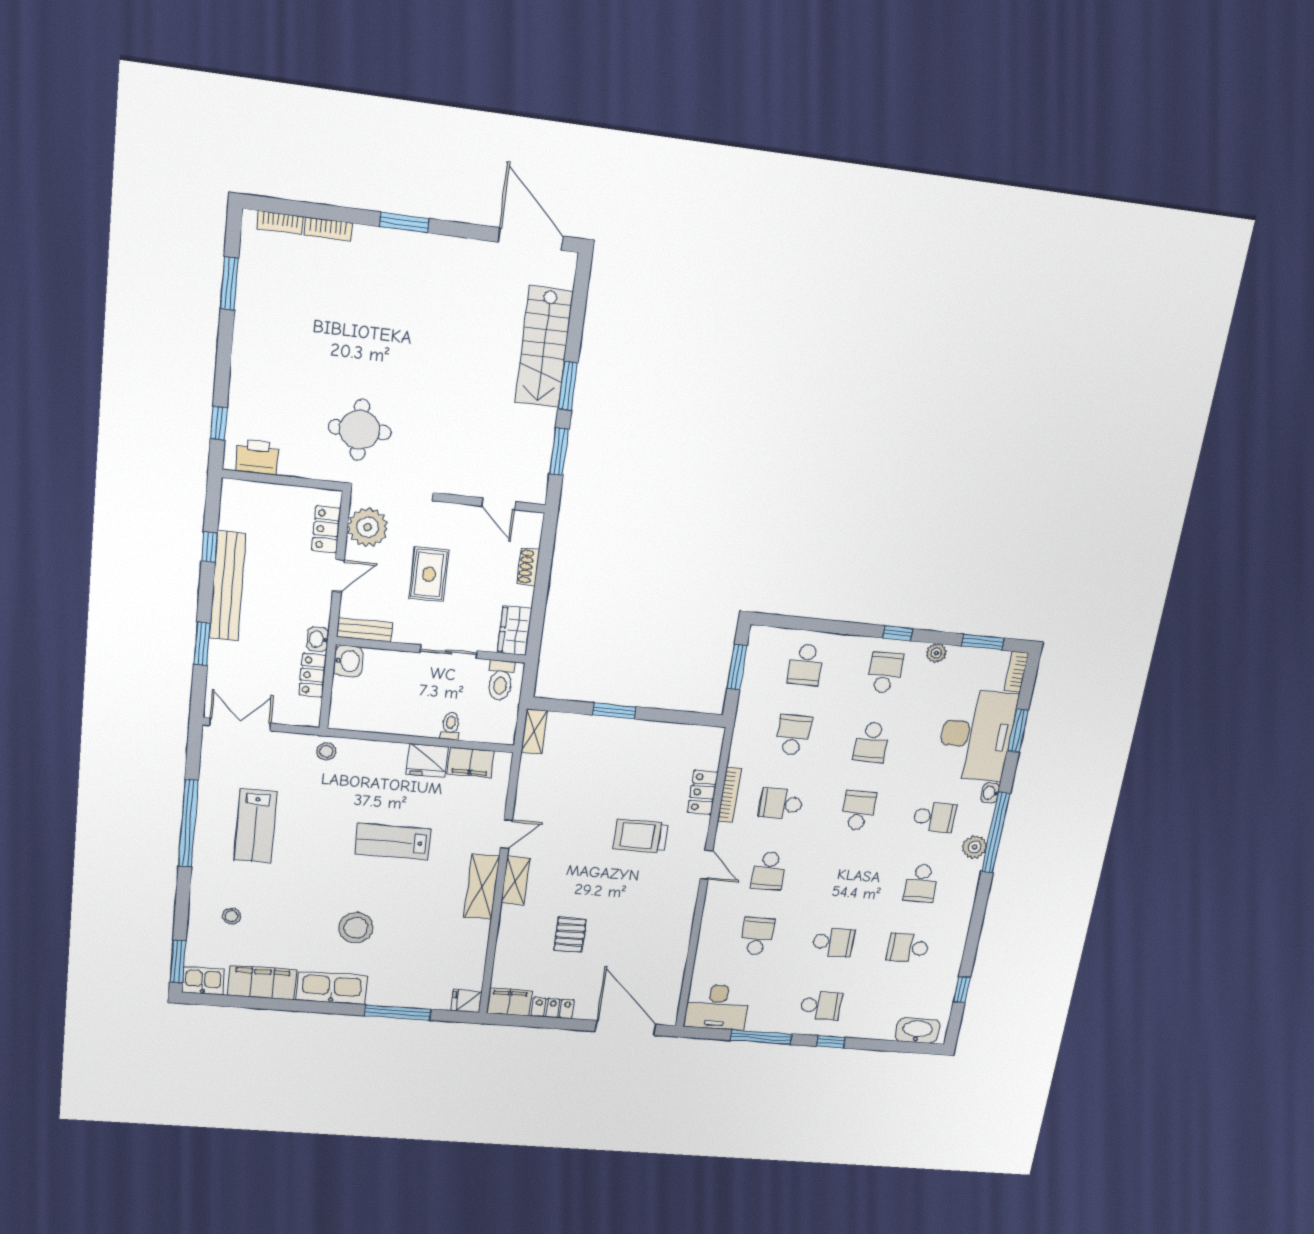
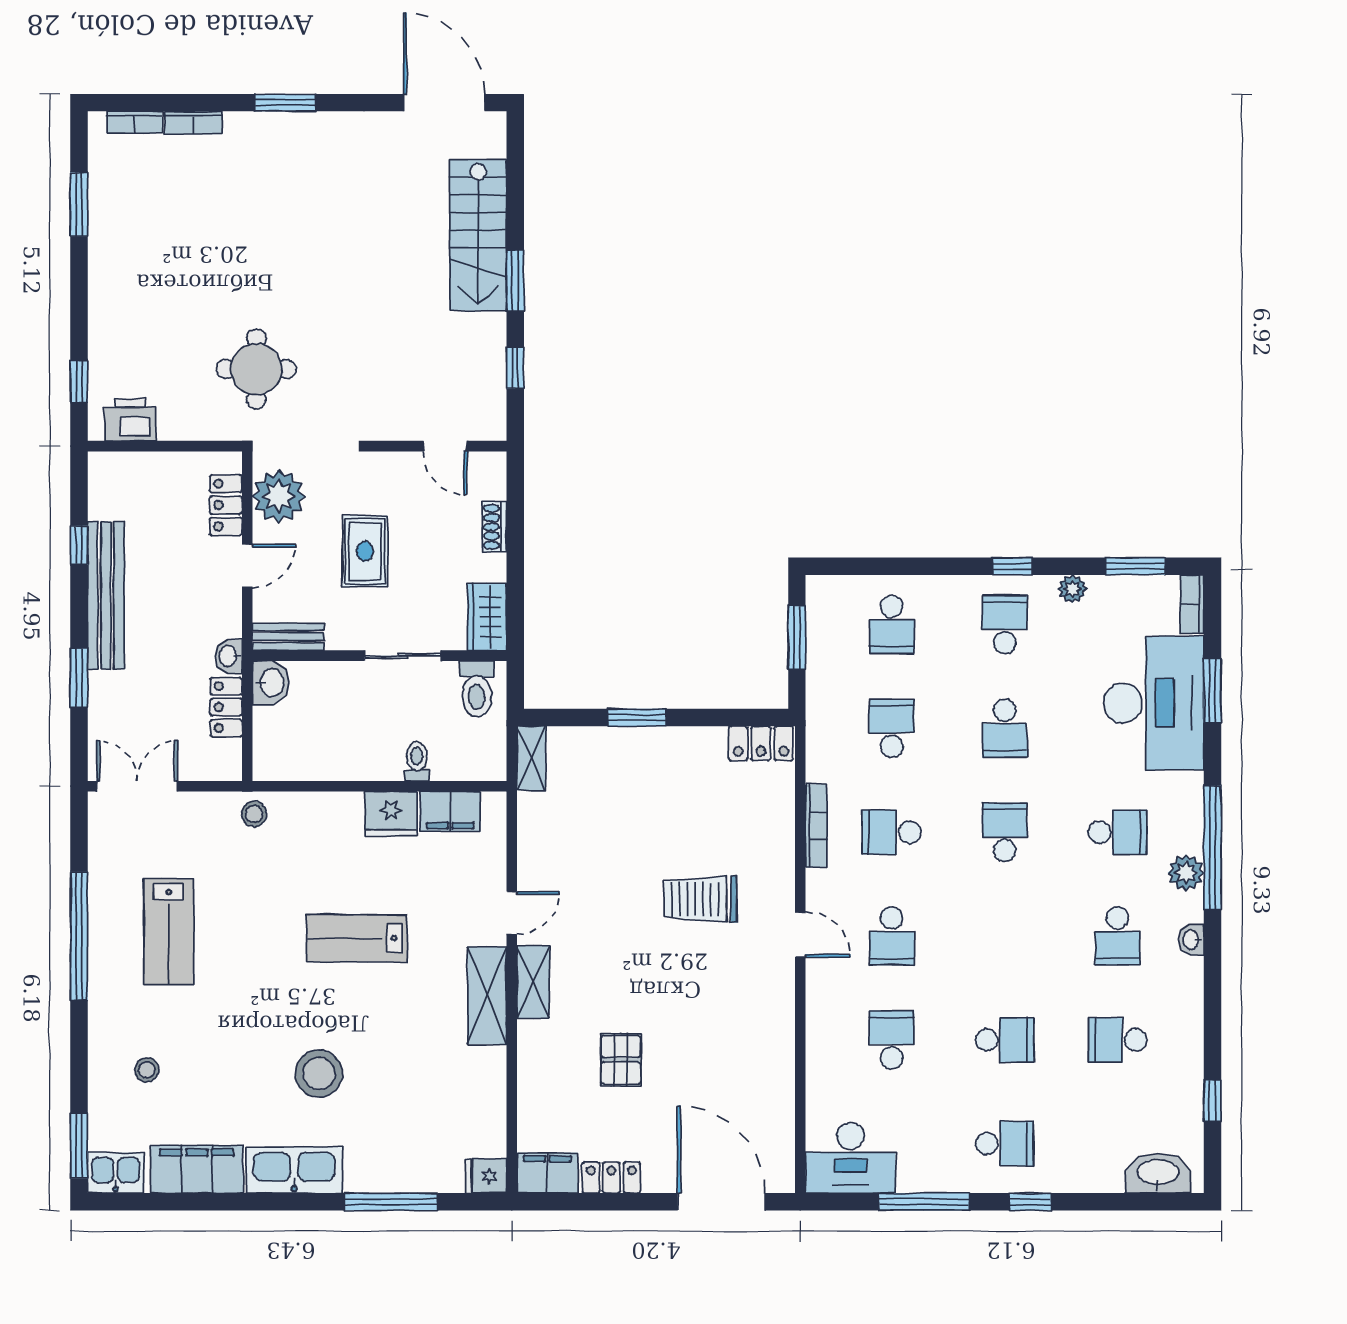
window: (559, 452) -> (515, 368), width x0.67
locker: (703, 792) -> (761, 743), moved, turned -90
washbasin: (990, 793) -> (1192, 940), moved

